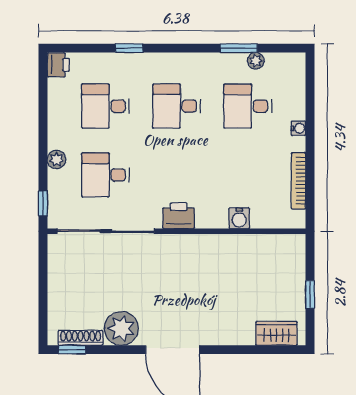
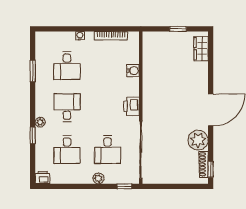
plant: (256, 61) -> (40, 122), moved
desk: (176, 106) -> (67, 108), turned 180

